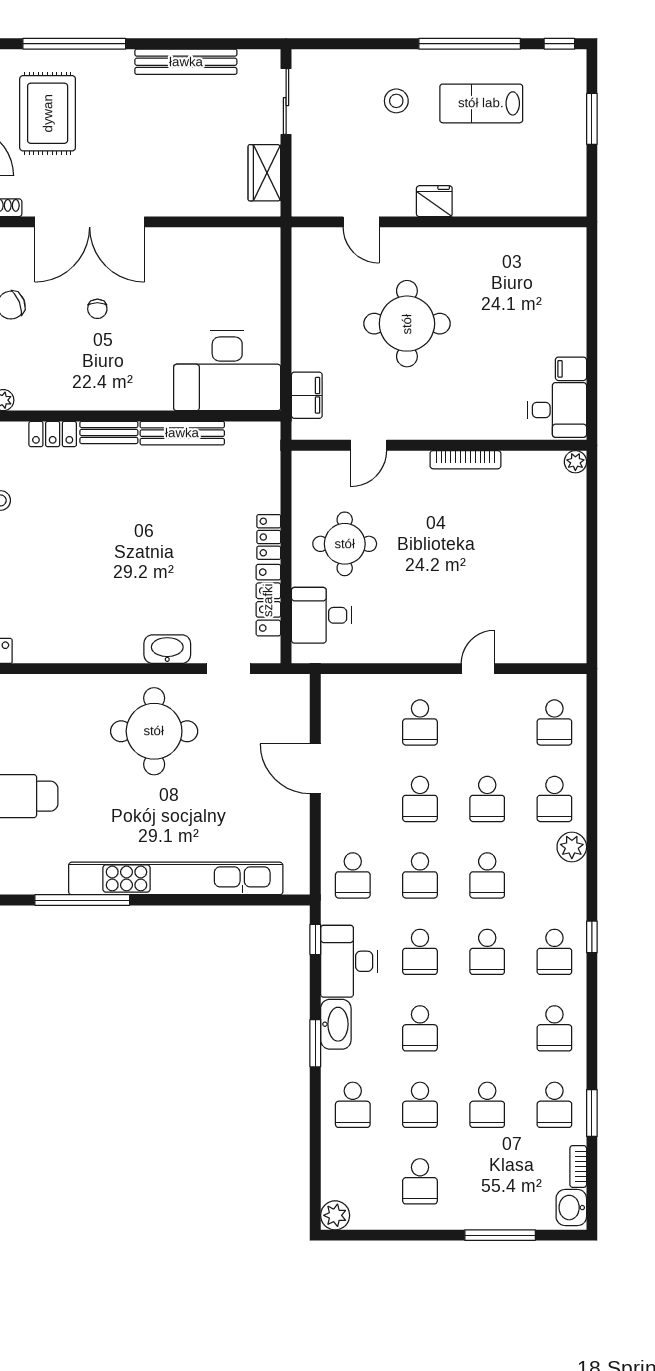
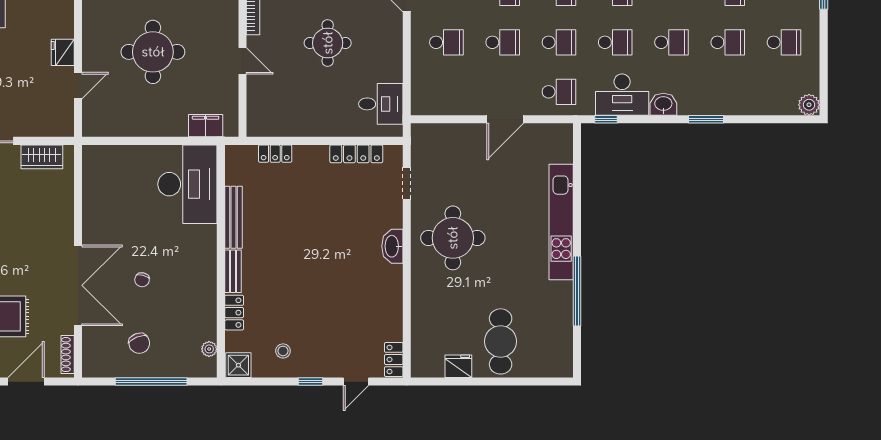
fridge: (434, 201) -> (63, 52), moved
chair: (97, 309) -> (142, 280), turned 104
door: (369, 445) -> (242, 61), moved
locker: (269, 537) -> (275, 154), moved
round table: (345, 544) -> (328, 43), moved
desk: (321, 615) -> (381, 104), moved, turned -90
washbasin: (167, 649) -> (392, 246), moved
door: (315, 769) -> (505, 119), moved
kitchen unit: (176, 878) -> (561, 222), width x0.73
washbasin: (336, 1024) -> (663, 104), width x0.72
window: (315, 1043) -> (706, 119), moved
school desk: (353, 1105) -> (728, 92), removed

